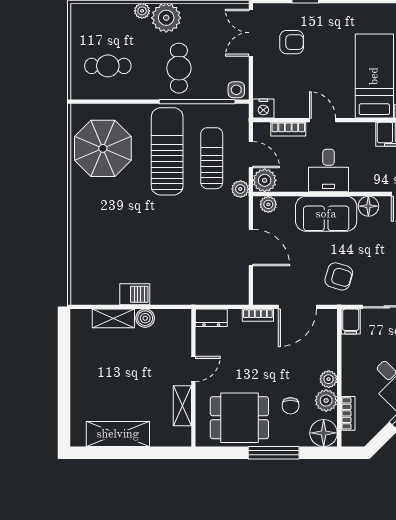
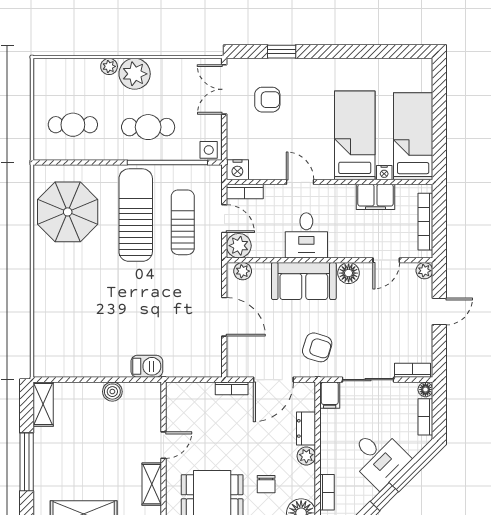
cafe table: (179, 68) -> (148, 127), turned 90
bookcase: (288, 129) -> (245, 192), moved
plant: (240, 189) -> (213, 255), removed
barbecue: (135, 294) -> (147, 366), moved
shelving: (113, 318) -> (43, 404), moved, turned 90
dresser: (211, 318) -> (306, 428), moved, turned 90
window: (64, 385) -> (27, 462), added
plant: (326, 400) -> (304, 479), removed

